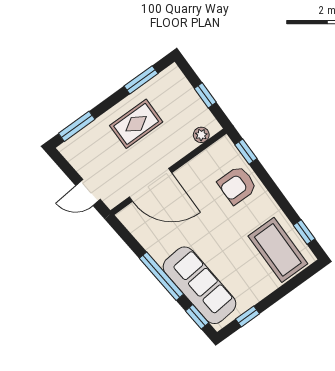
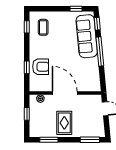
rug: (136, 124) -> (64, 123), turned 90
window: (246, 152) -> (27, 67), moved
door: (151, 185) -> (65, 93), moved
coffee table: (278, 250) -> (43, 27), width x0.54, depth x0.58

